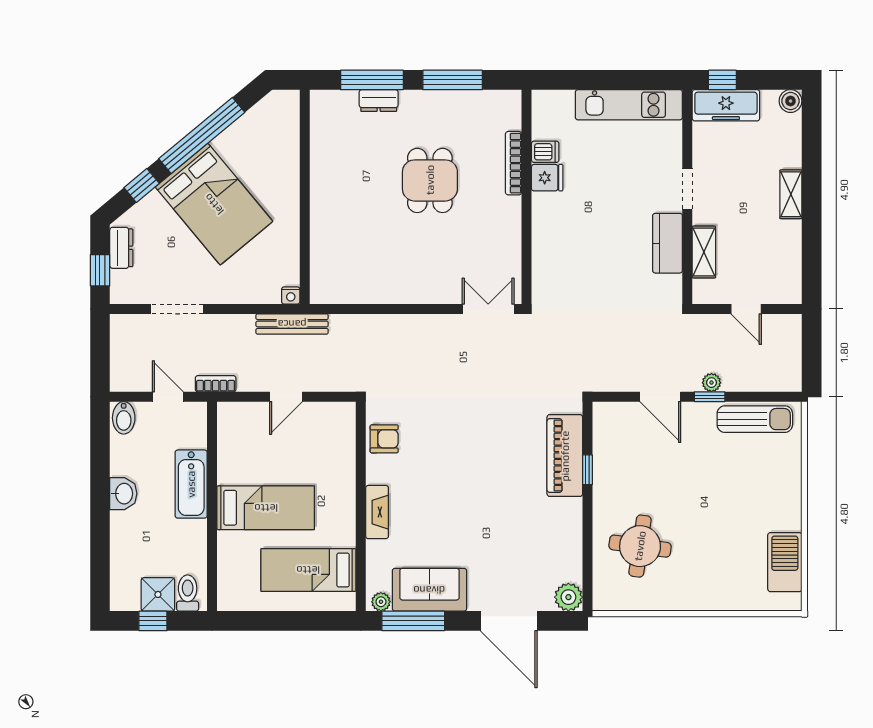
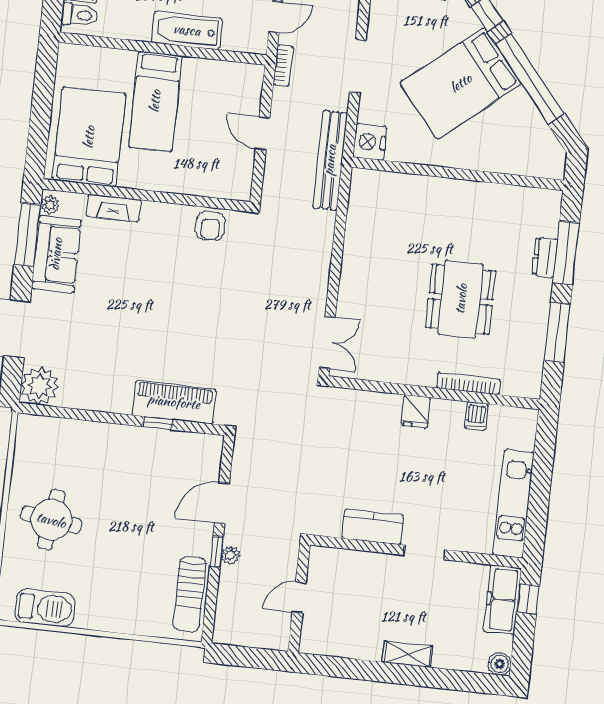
fridge: (547, 178) -> (416, 411), moved
dining table: (430, 180) -> (461, 299), width x1.38
shelving: (704, 252) -> (360, 562), removed
nightstand: (291, 295) -> (370, 142), width x1.89, depth x1.79
doorway: (177, 309) -> (358, 66), moved
bench: (292, 324) -> (330, 160), width x1.37, depth x1.21
fireplace: (377, 512) -> (113, 208), moved
round table: (640, 546) -> (51, 520), moved
bed: (308, 570) -> (89, 137), width x1.50
plant: (568, 597) -> (40, 386), width x1.36, depth x1.36

